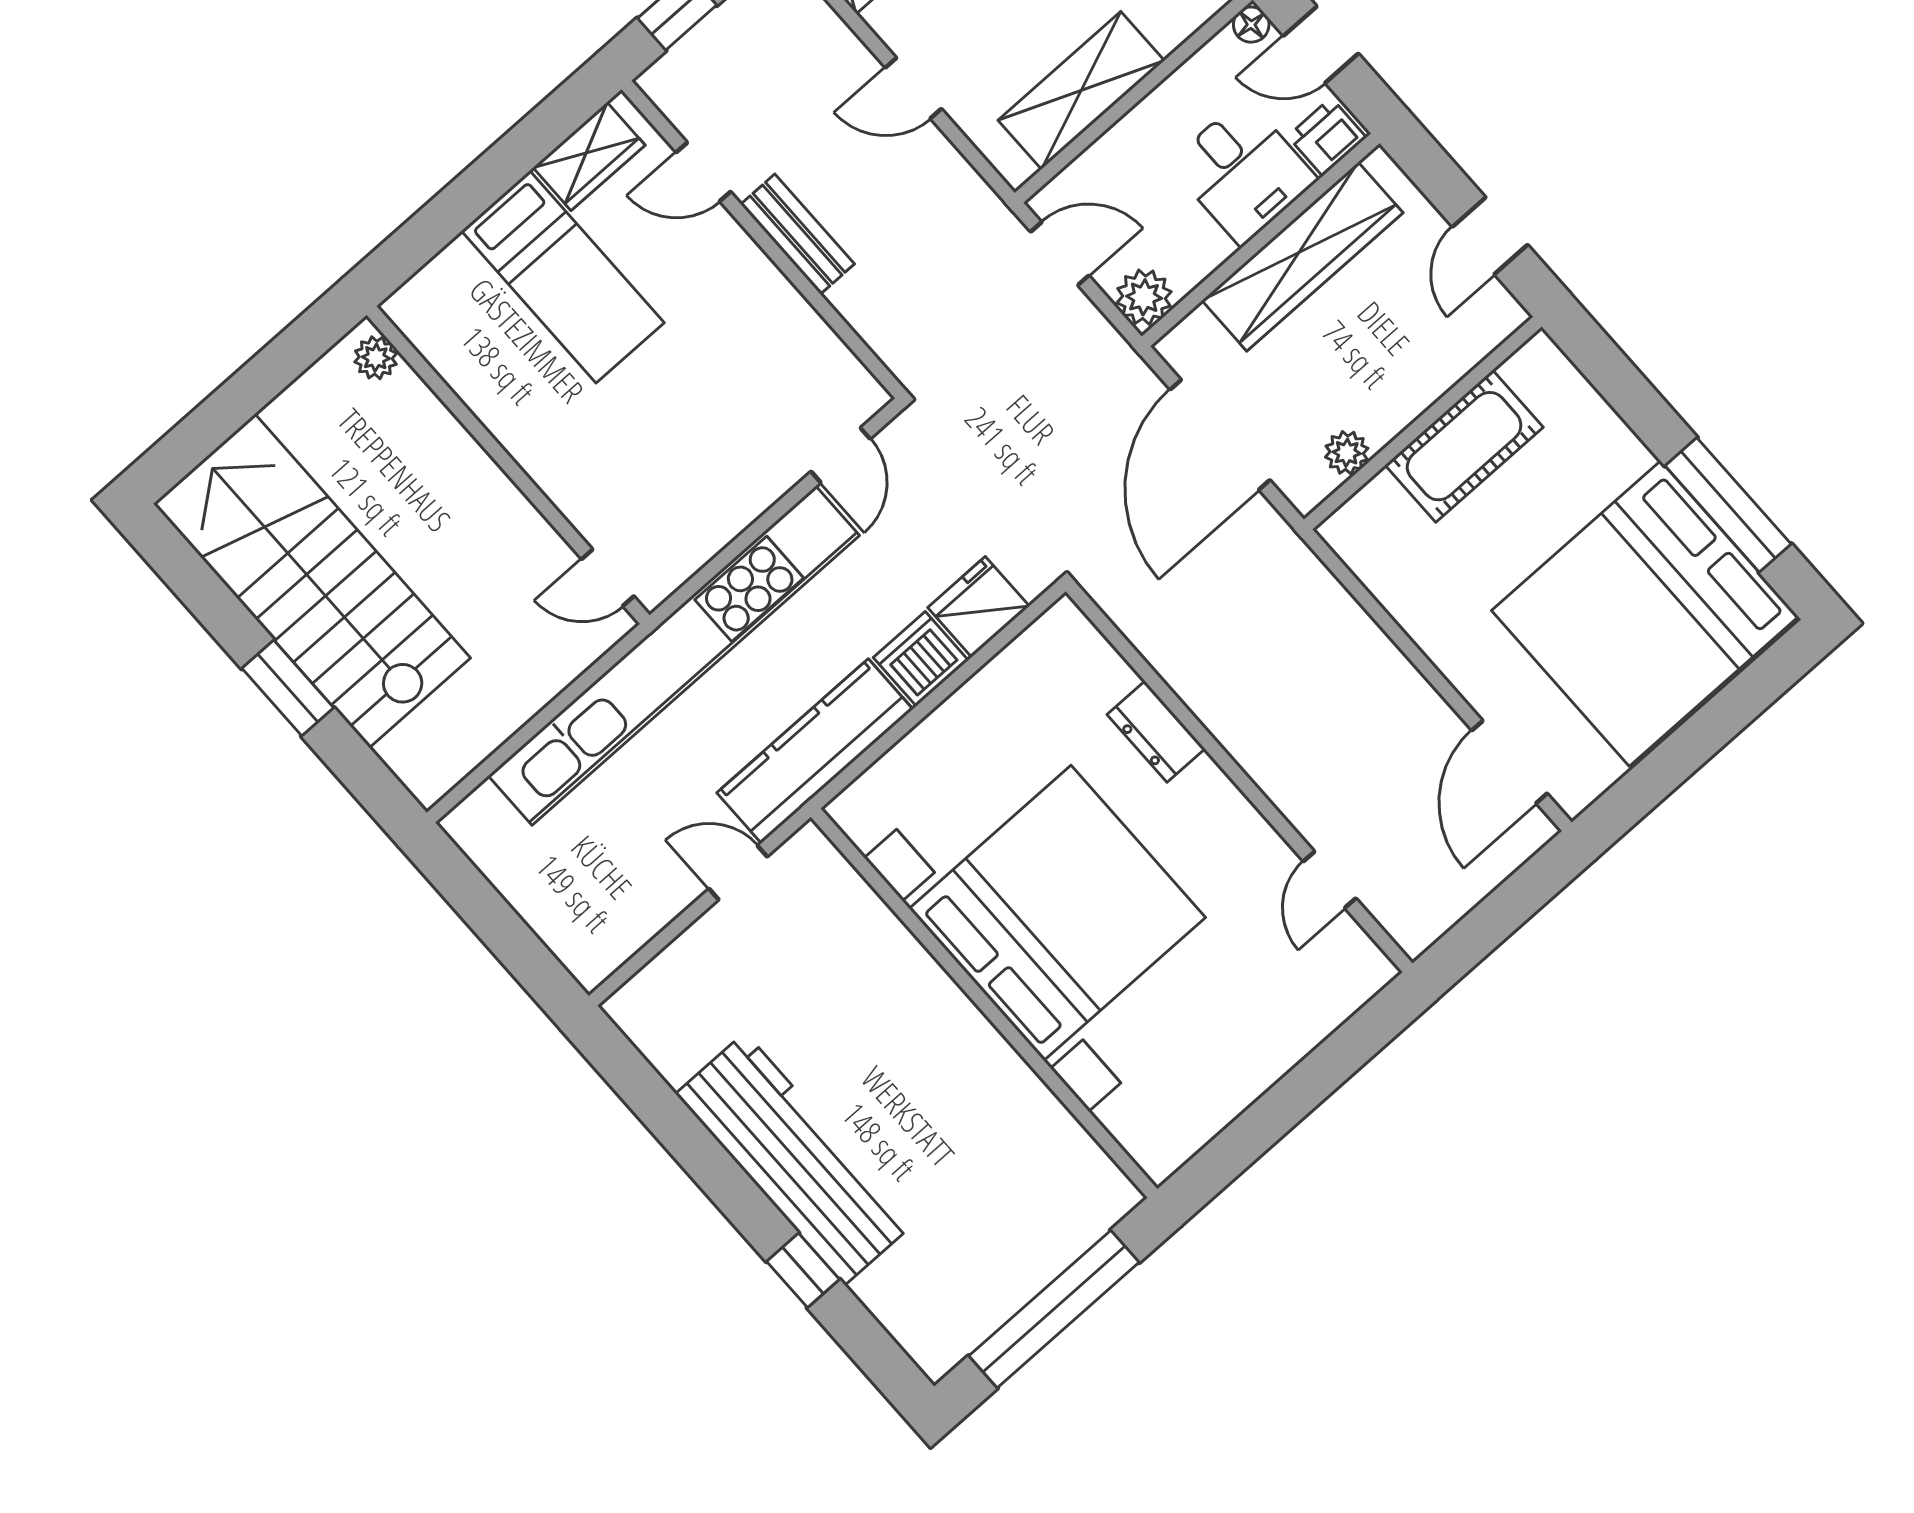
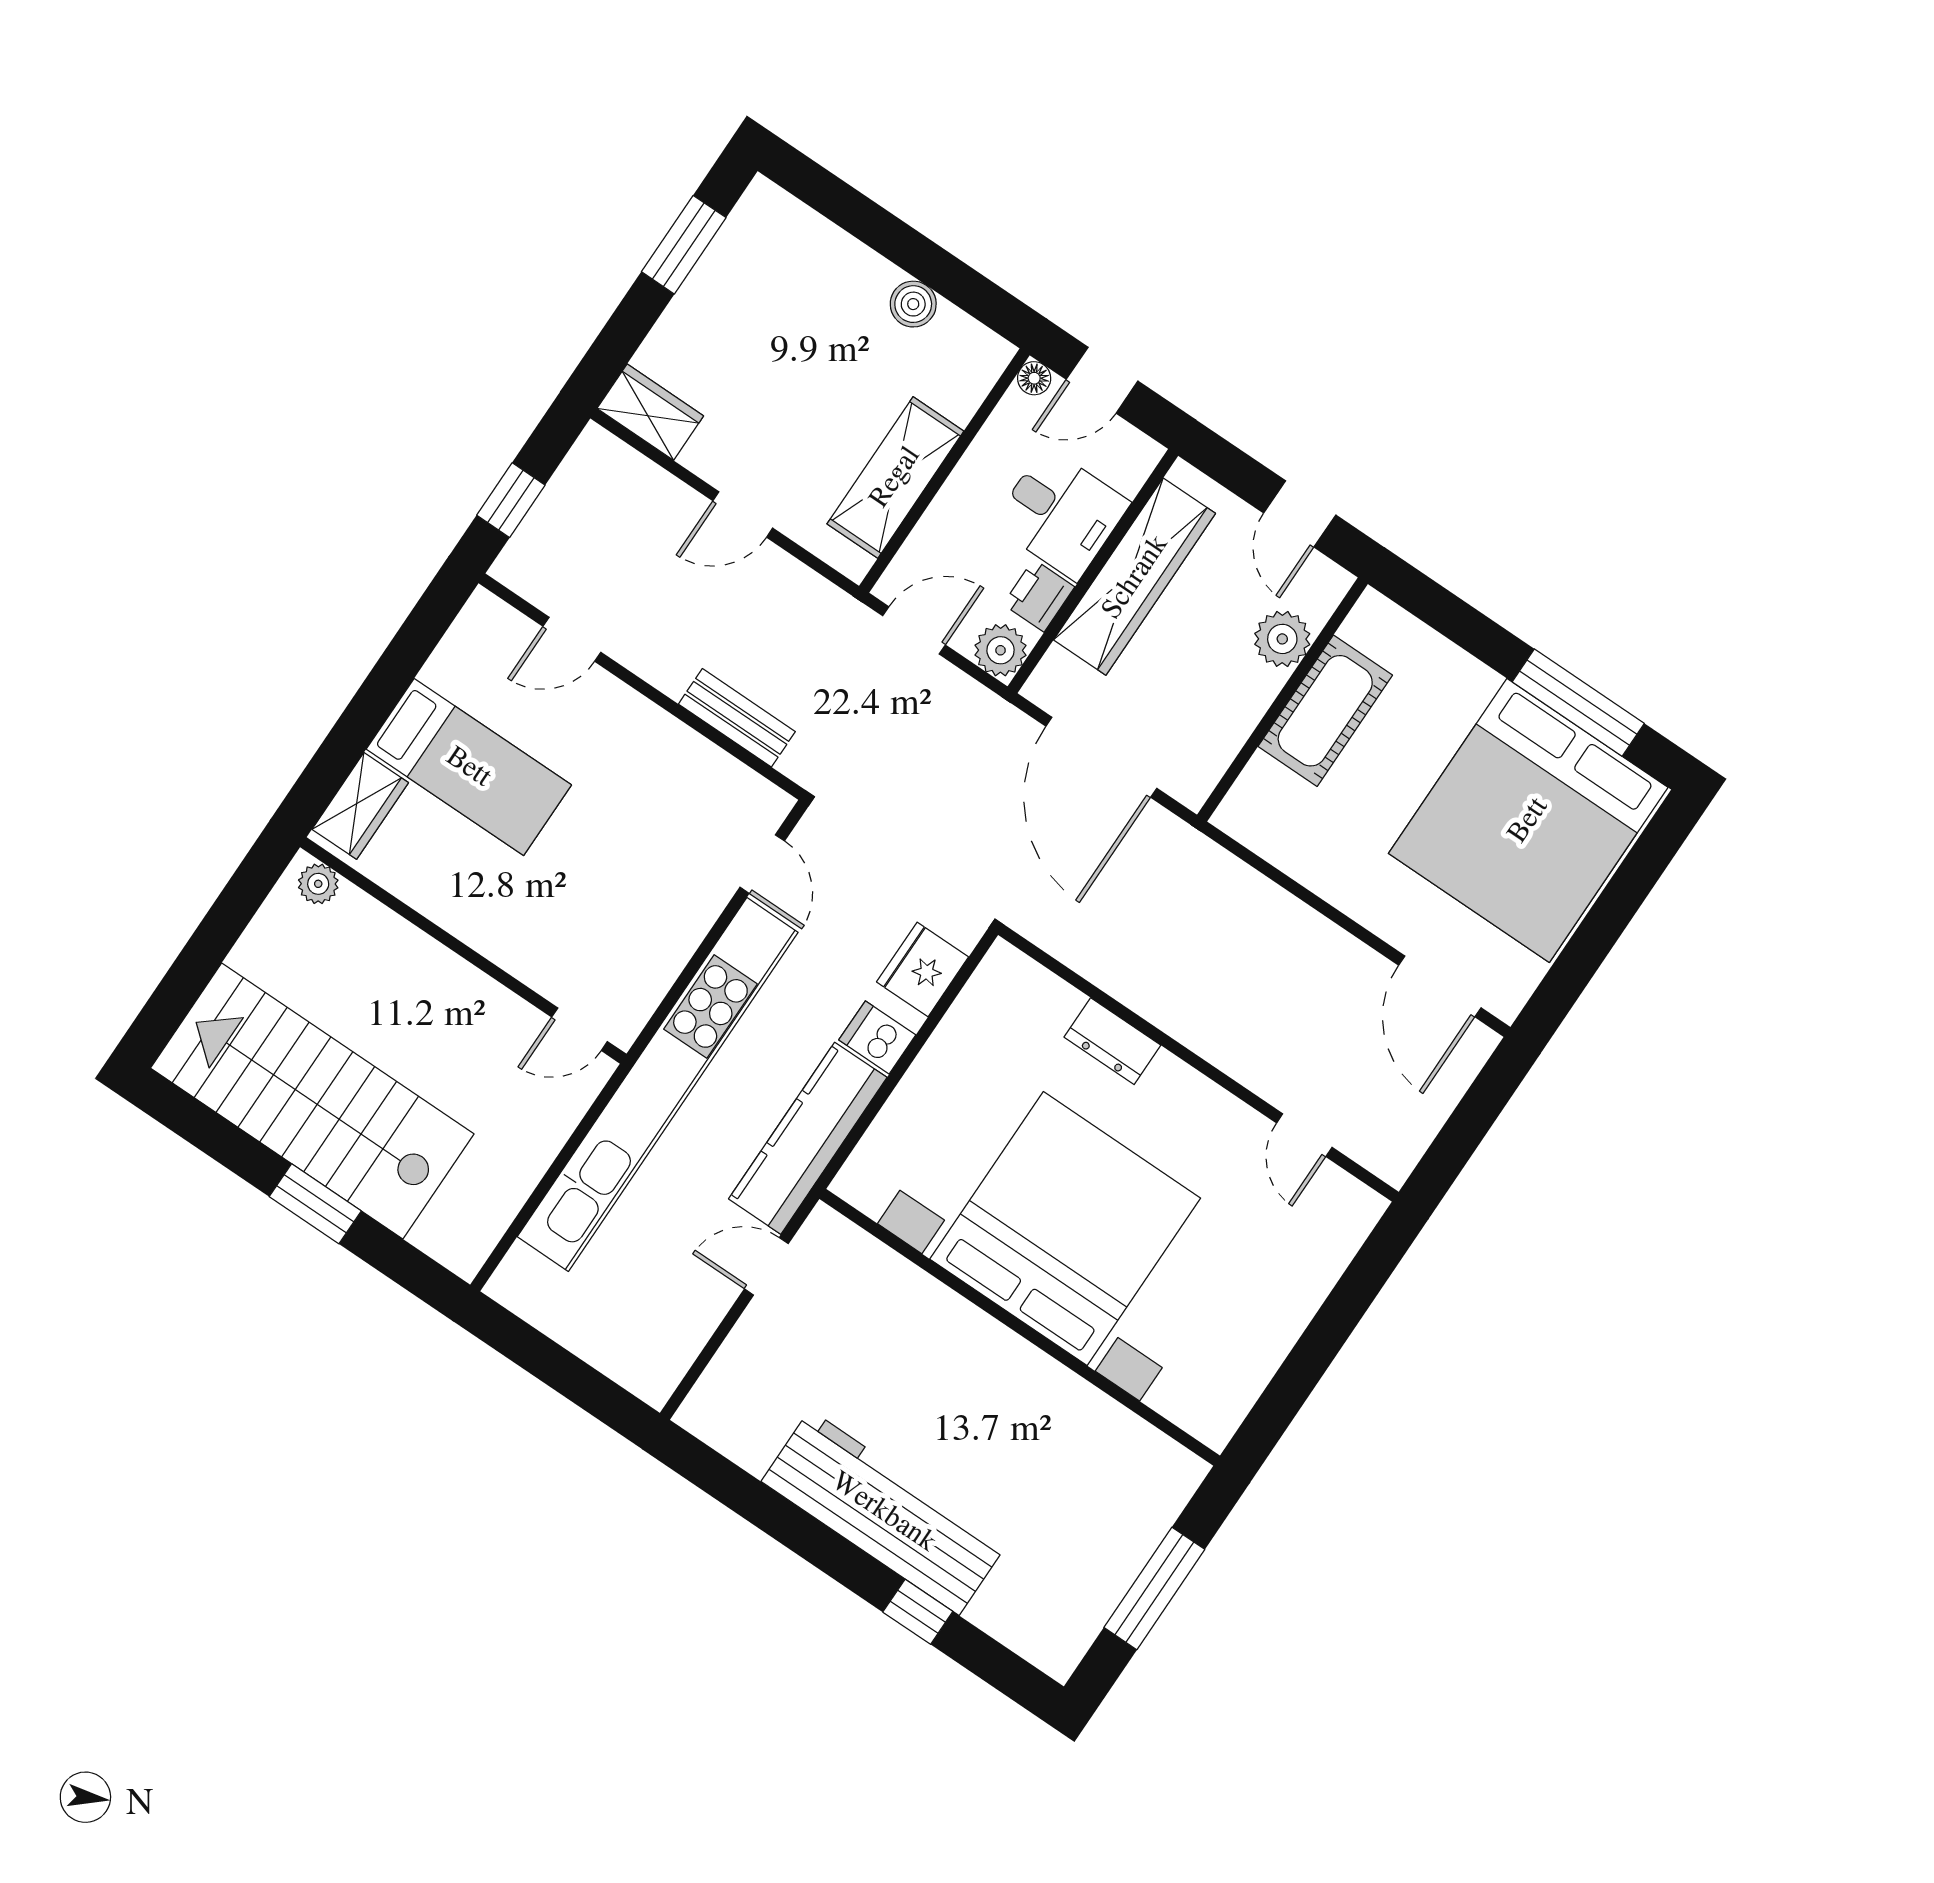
printer: (1327, 137) -> (1039, 596), moved
wardrobe: (589, 156) -> (360, 806), moved
bench: (798, 234) -> (737, 718), moved
plant: (1347, 453) -> (1282, 639), moved, width x1.38, depth x1.38
dishwasher: (921, 659) -> (877, 1037), width x0.73
window: (1054, 1309) -> (1154, 1588), width x0.68

